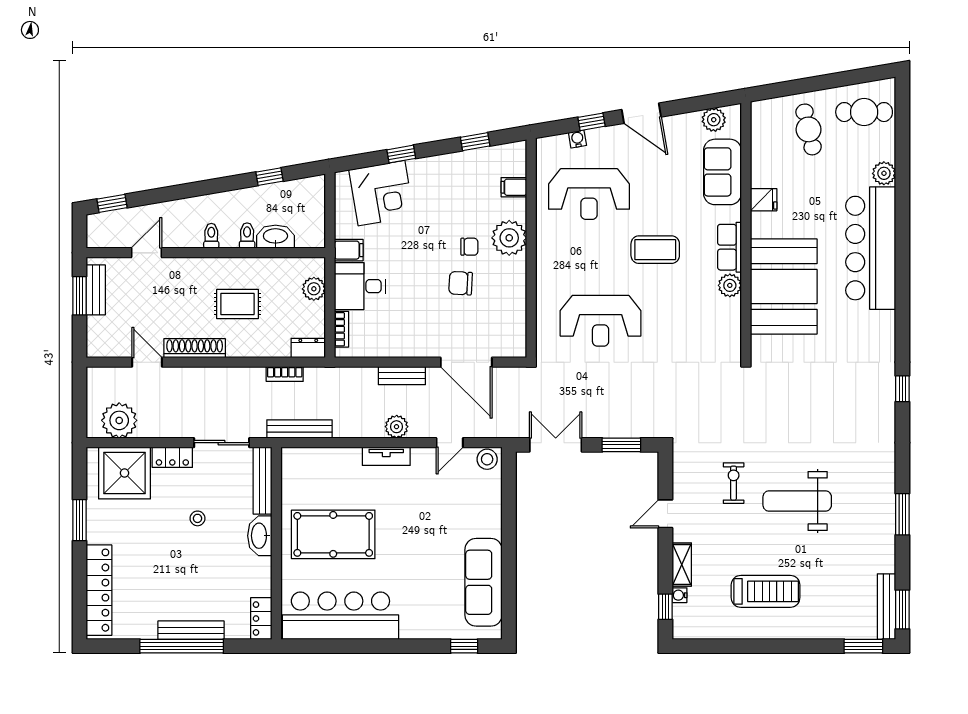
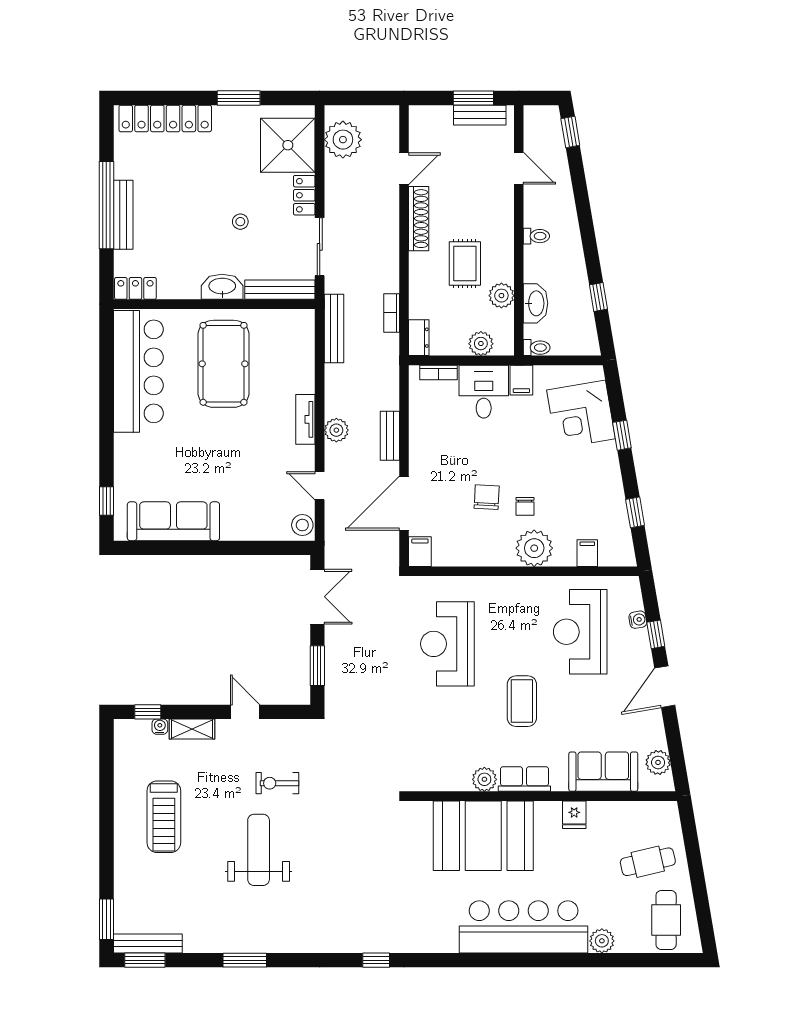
toilet: (247, 236) -> (537, 348), moved
plant: (268, 269) -> (501, 296), added
filing cabinet: (512, 347) -> (420, 552), added
exercise bike: (734, 483) -> (277, 783), turned 180

